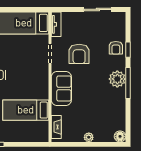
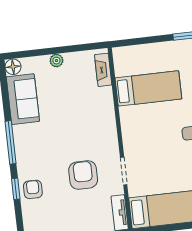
plant: (117, 79) -> (26, 146), removed
sofa: (61, 88) -> (23, 99), moved, turned 180

